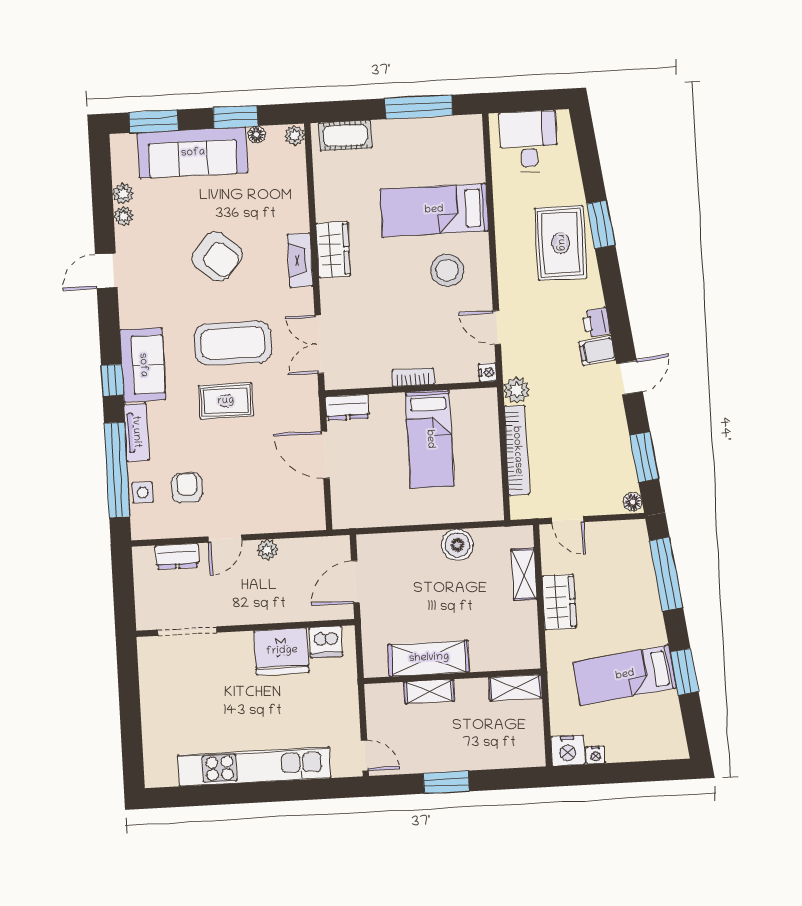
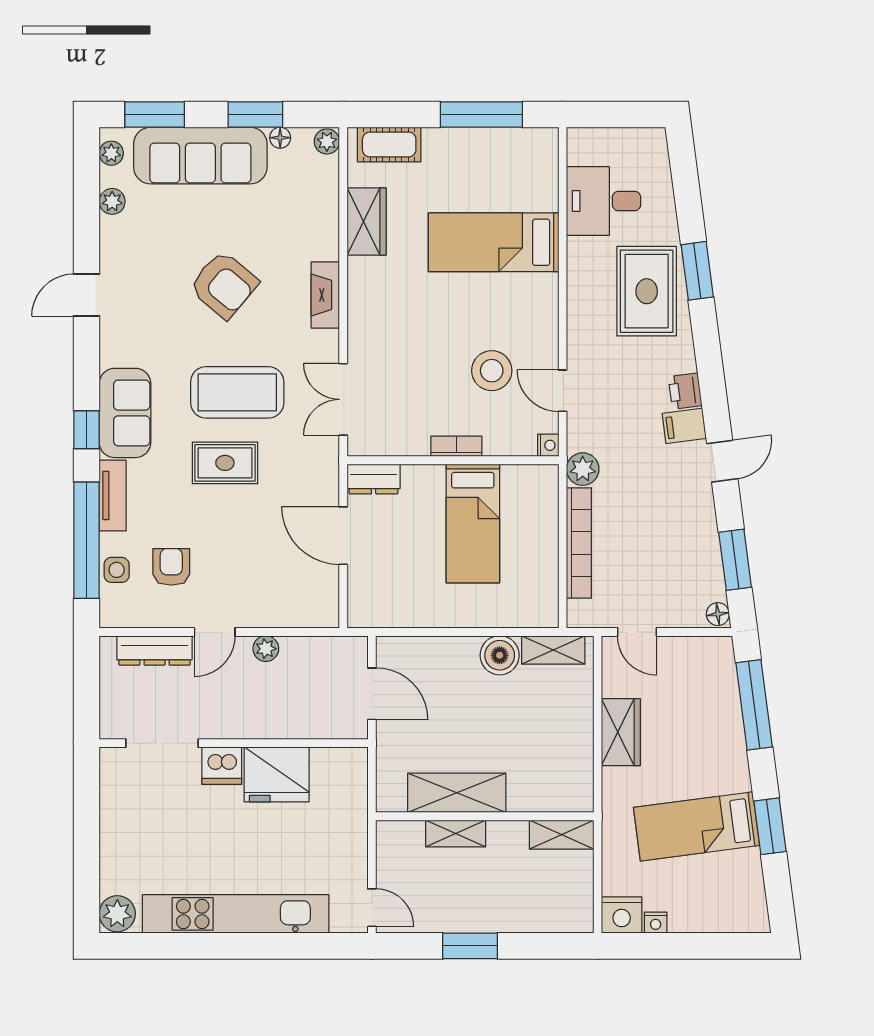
desk: (529, 141) -> (604, 201), moved, turned -90
plant: (123, 216) -> (111, 153), moved
wardrobe: (333, 250) -> (367, 222), moved
stool: (447, 270) -> (492, 371), moved
dresser: (177, 556) -> (155, 650), width x1.44
shelving: (524, 574) -> (553, 650), moved, turned 90
door: (355, 582) -> (372, 694), swing flipped
dishwasher: (326, 642) -> (222, 766), moved
plant: (158, 771) -> (117, 914), added

